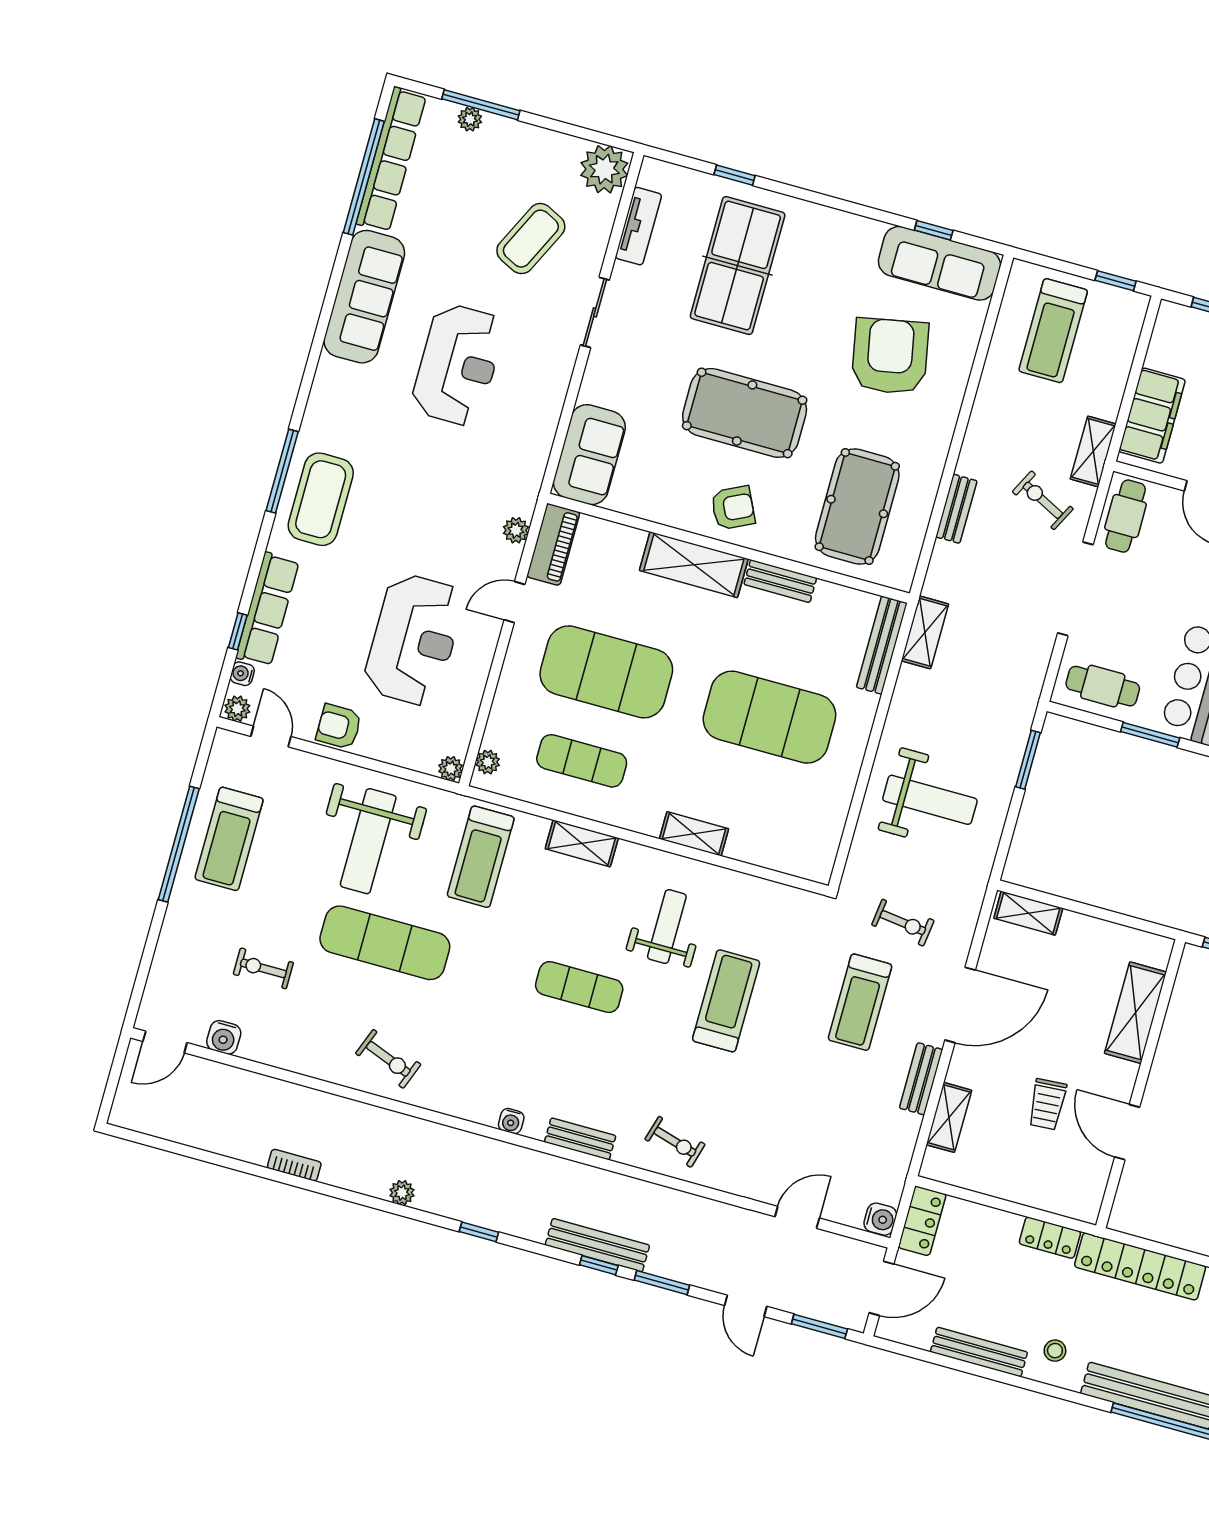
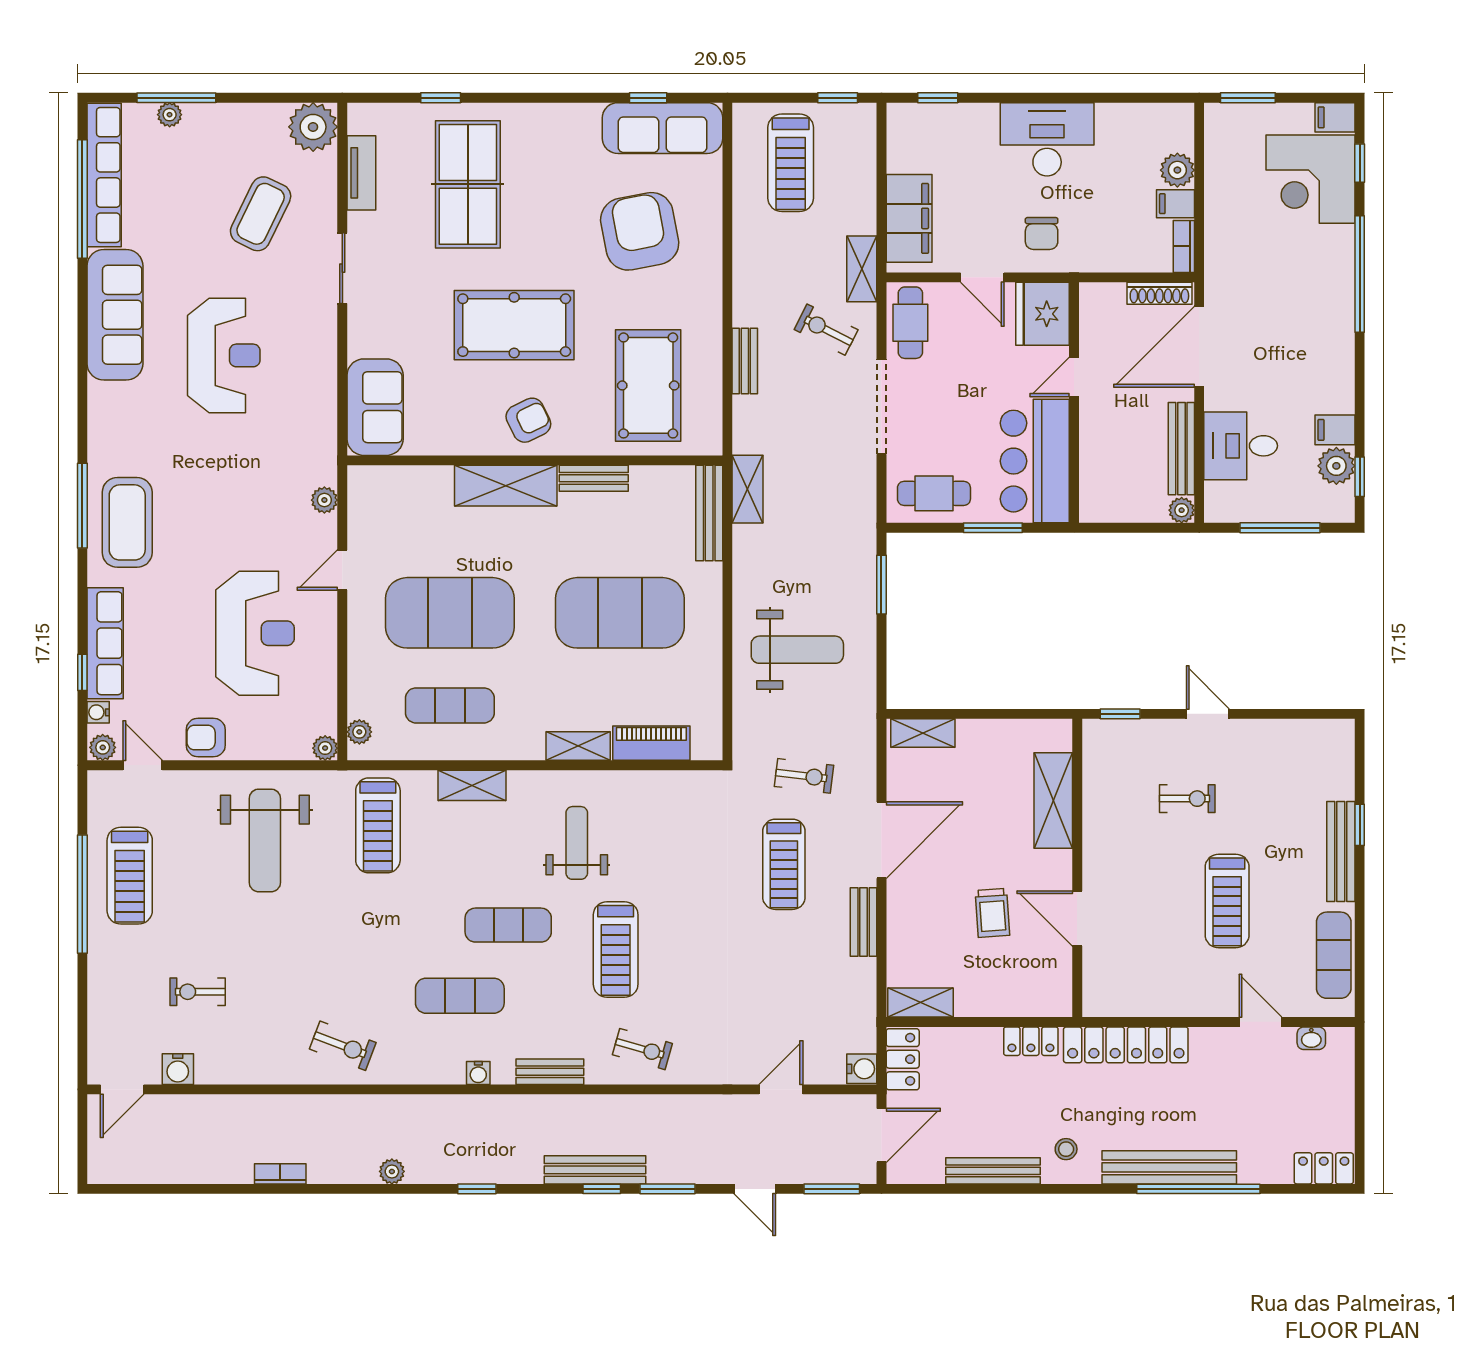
piano: (553, 544) -> (651, 743), moved, turned -90
exercise mat: (385, 943) -> (460, 996), moved, width x0.73, depth x0.69
treadmill: (726, 1001) -> (616, 949), moved, turned 180
shelving: (949, 1117) -> (921, 1002), moved, turned 90

